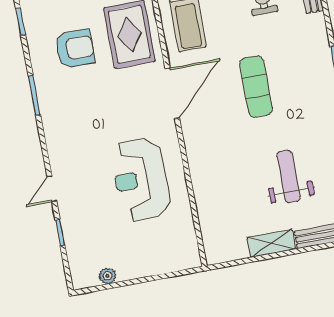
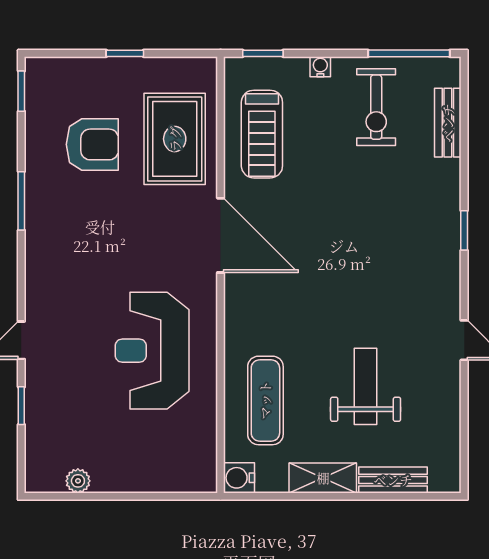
exercise mat: (256, 87) -> (265, 400), moved
door: (172, 93) -> (221, 235), hinge flipped
water cooler: (215, 254) -> (239, 478), added

